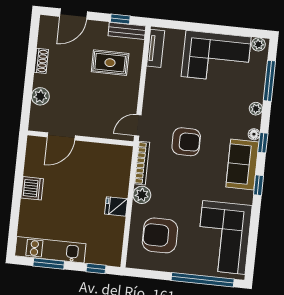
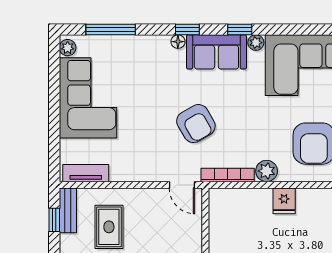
plant: (256, 109) -> (256, 43), moved
armchair: (186, 142) -> (196, 124), turned 150

